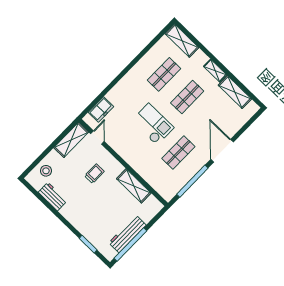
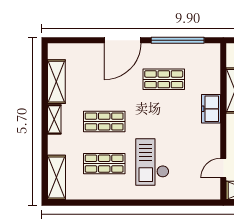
freezer: (101, 109) -> (211, 109), moved, turned -90
checkout: (153, 124) -> (152, 162), moved

